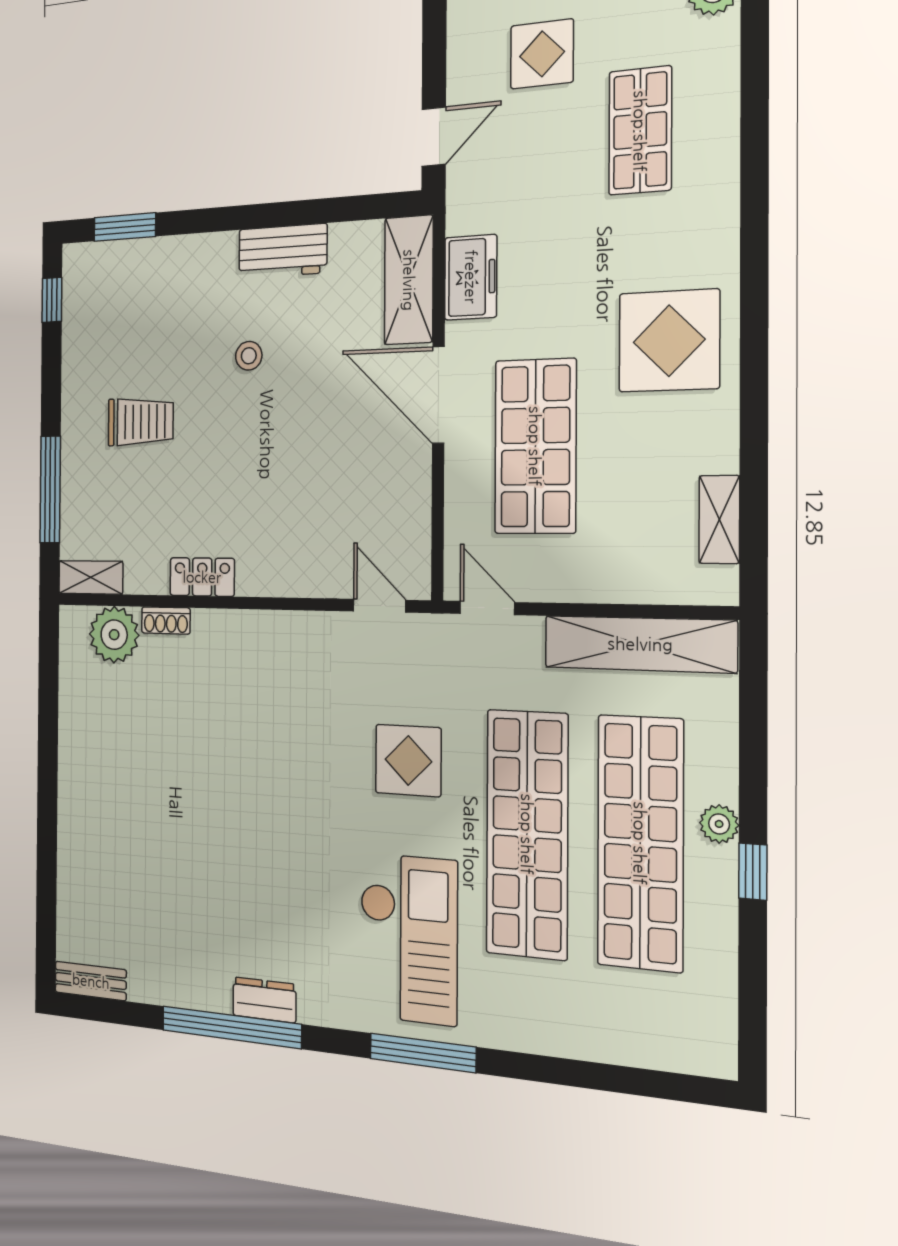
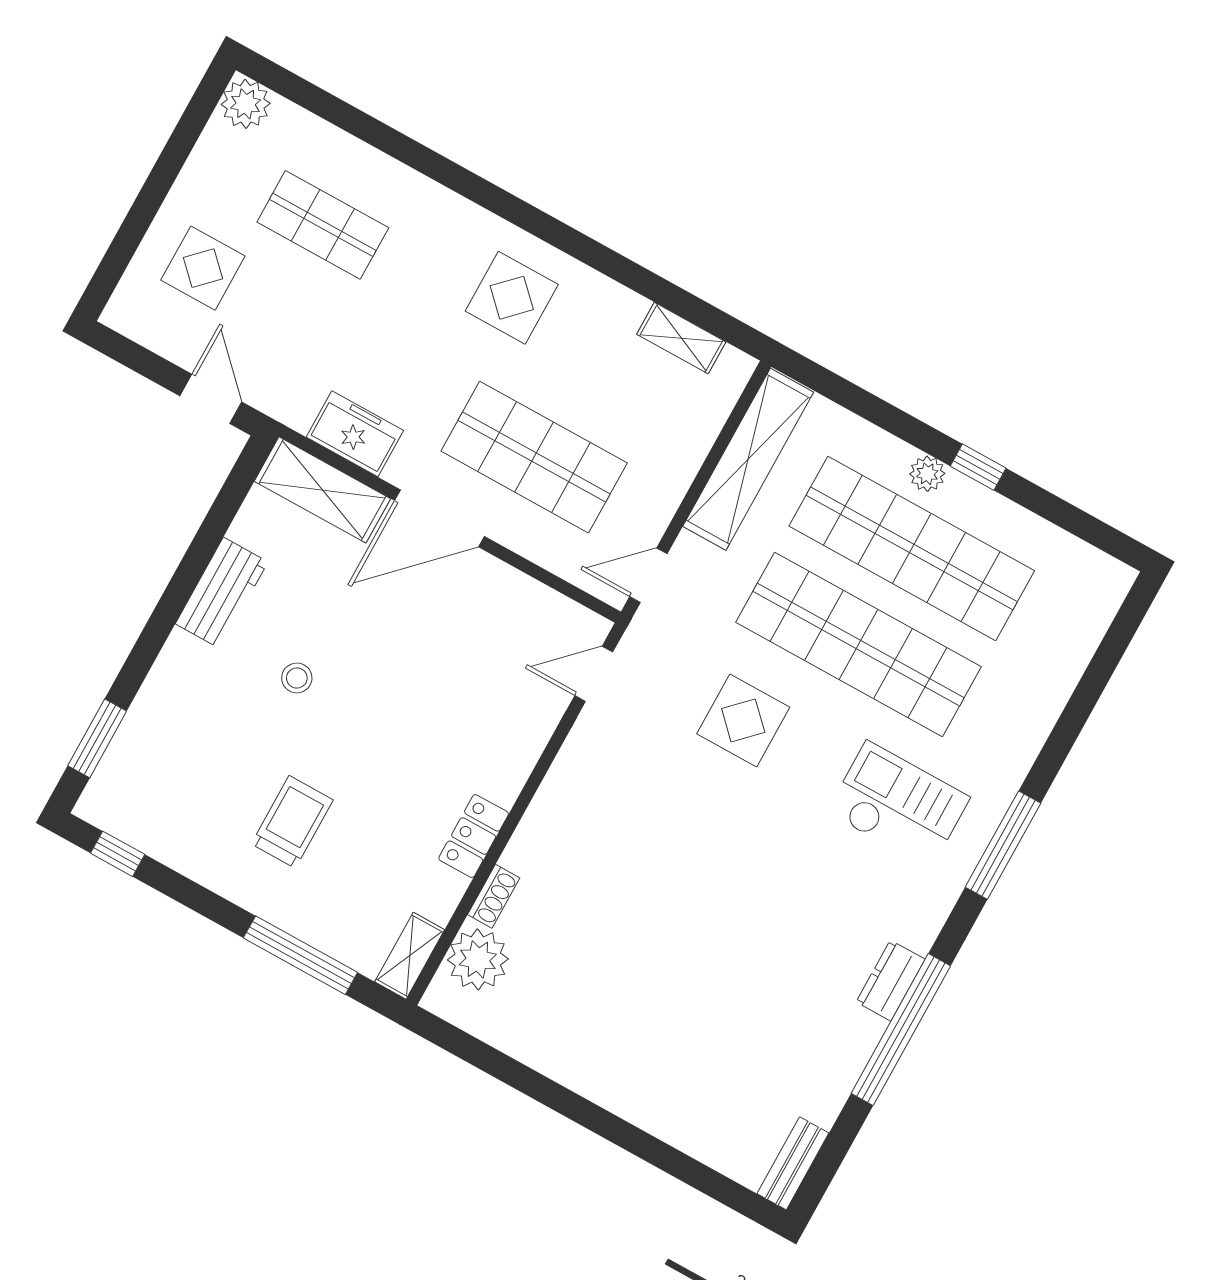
display table: (669, 341) -> (512, 298), width x0.73, depth x0.73
checkout: (408, 939) -> (898, 805), width x0.73, depth x0.83

